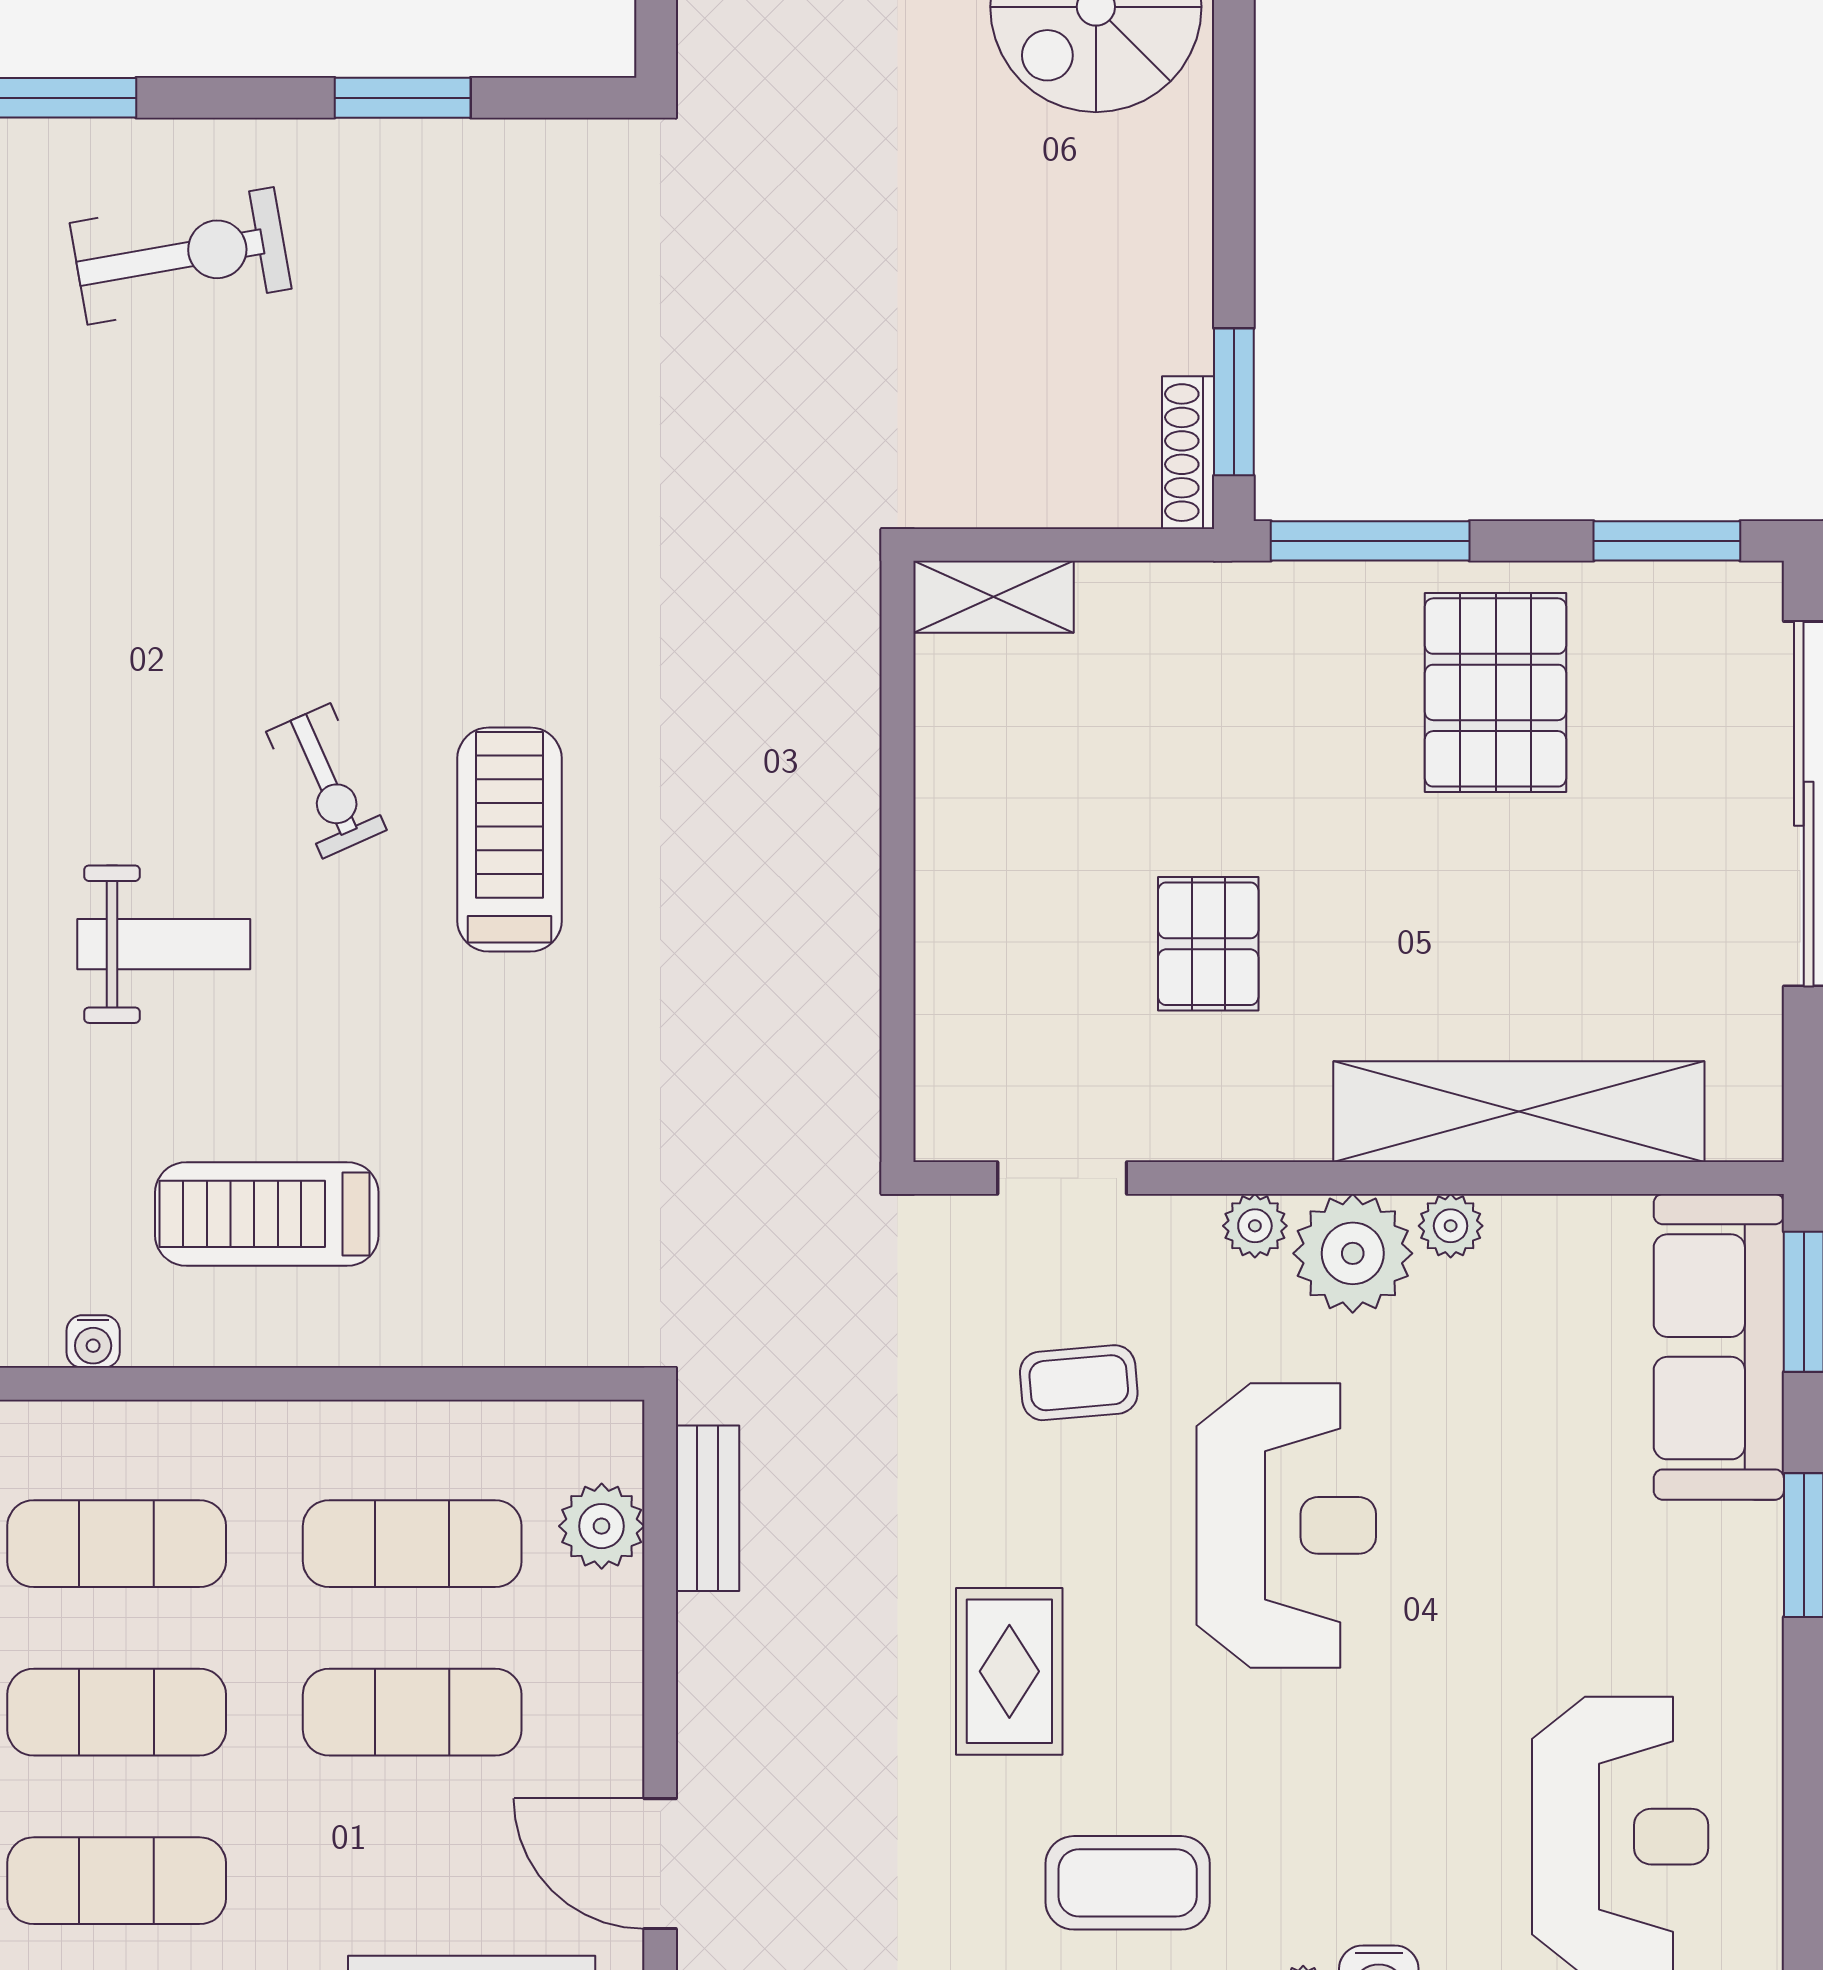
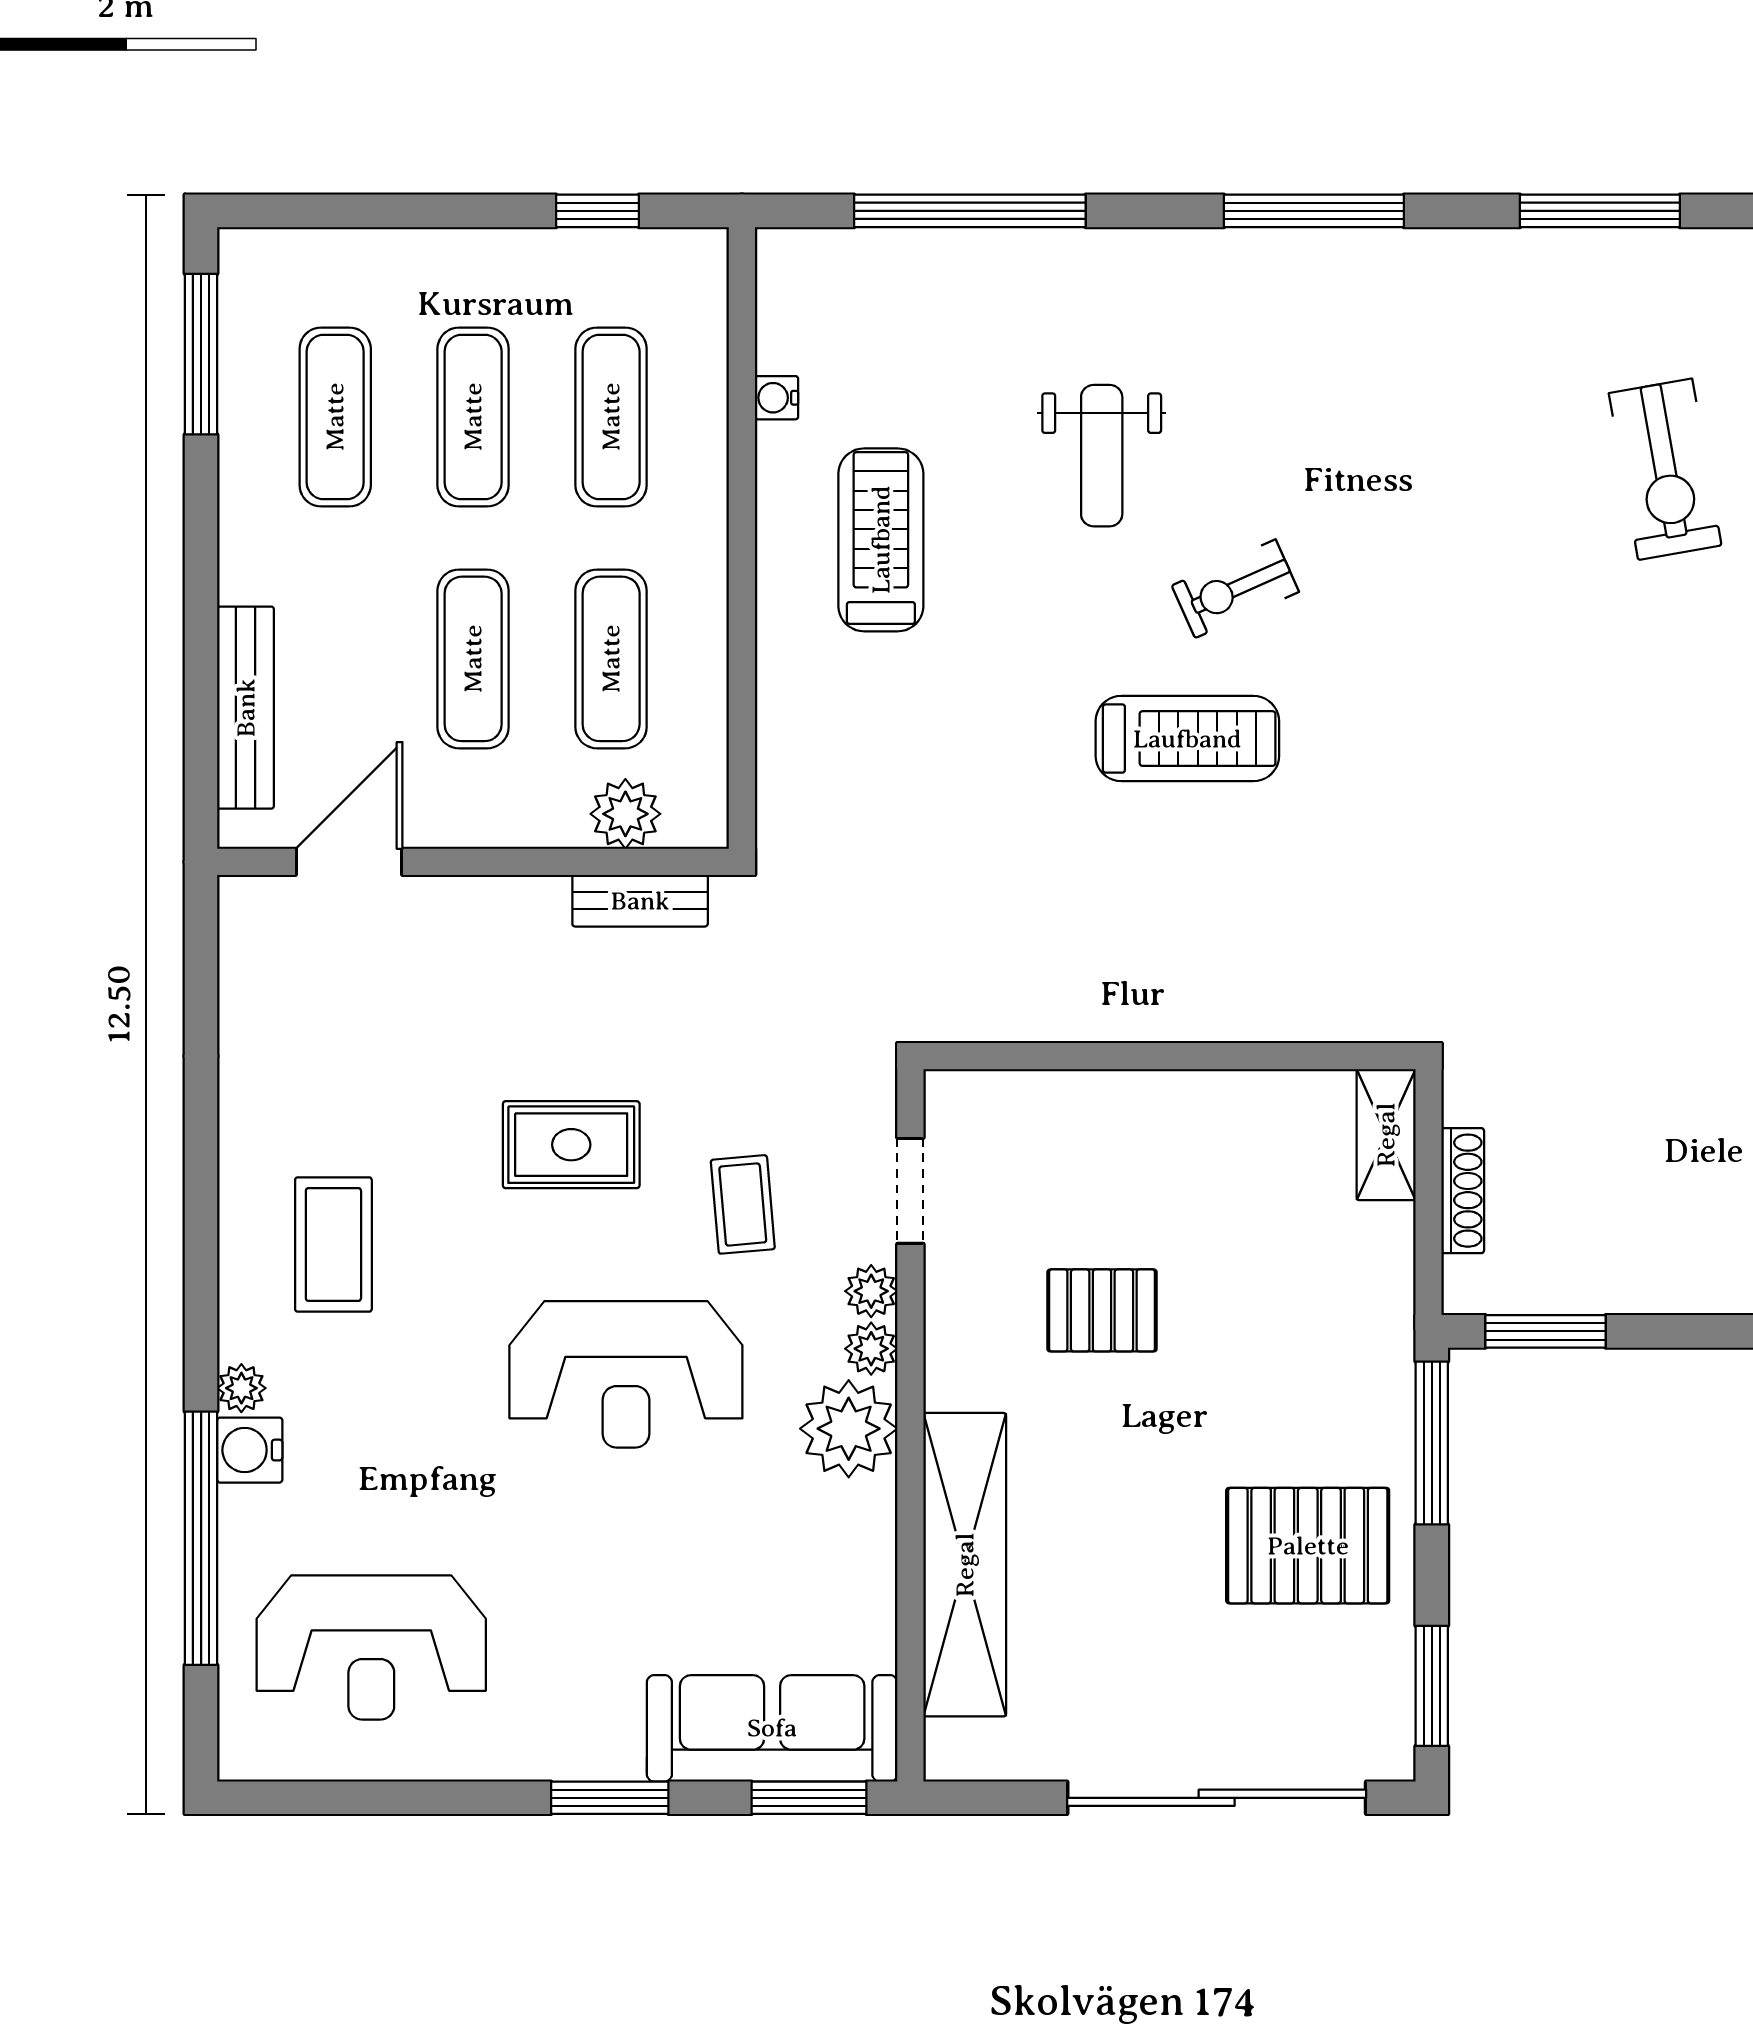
shoe rack: (1188, 453) -> (1463, 1191), moved, turned 90
plant: (1451, 1226) -> (871, 1291), moved
rug: (1009, 1671) -> (571, 1145), moved

